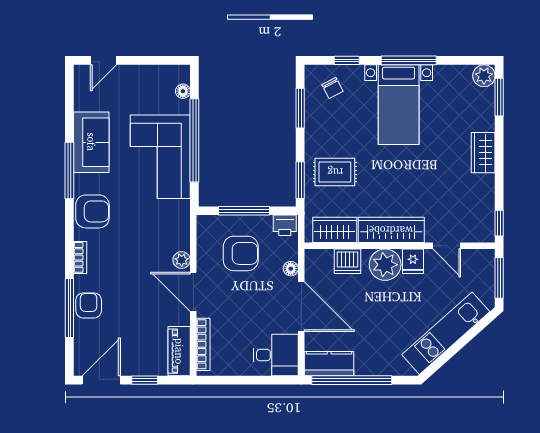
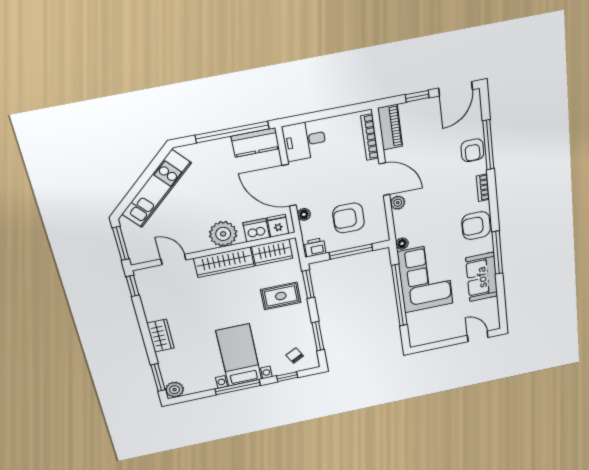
door: (103, 60) -> (478, 336), hinge flipped
floor lamp: (183, 91) -> (402, 244), moved
fridge: (413, 261) -> (278, 226), moved

